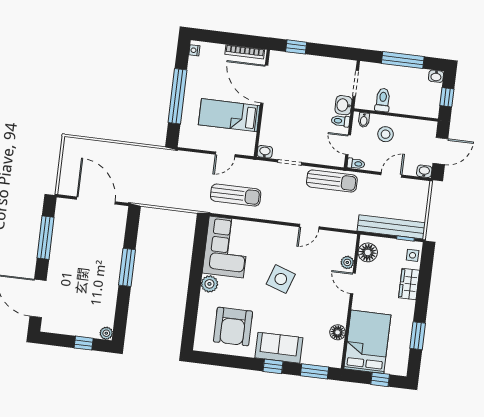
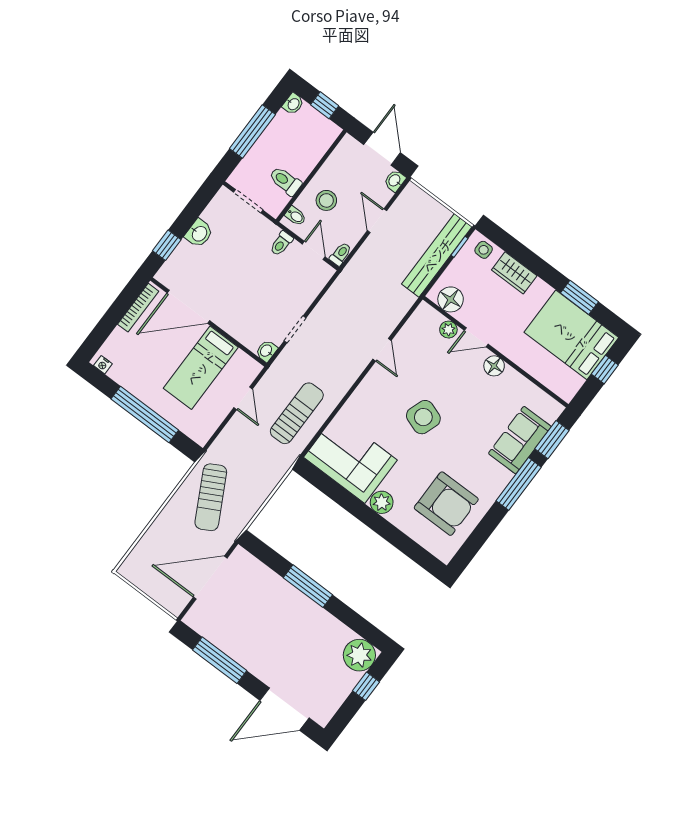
washbasin: (343, 105) -> (199, 233), moved, turned -90
door: (348, 145) -> (314, 250), swing flipped
sun lounger: (332, 181) -> (211, 497), moved, turned 152
floor lamp: (338, 332) -> (494, 366), moved
plant: (106, 333) -> (359, 655), width x1.87, depth x1.87
bed: (367, 342) -> (571, 335), moved
sofa: (279, 348) -> (520, 440), moved
window: (273, 366) -> (519, 484), width x2.17

